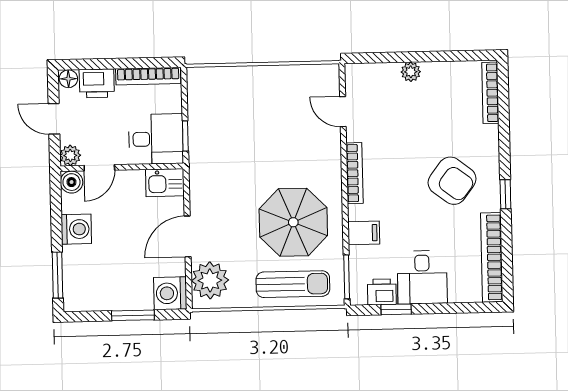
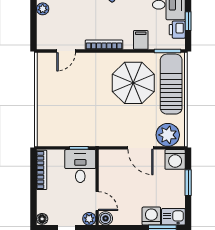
printer: (97, 83) -> (45, 202), removed
kitchen sink: (165, 183) -> (173, 217), moved, turned -90
washing machine: (76, 229) -> (151, 216), moved
sun lounger: (293, 284) -> (171, 84), width x1.36, depth x1.34

